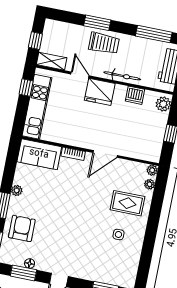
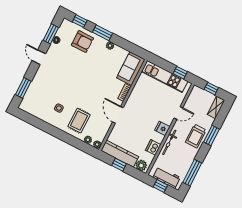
shelving: (52, 61) -> (216, 107), moved
fridge: (100, 92) -> (162, 128), width x0.53, depth x0.75
kitchen counter: (156, 137) -> (120, 154), added

